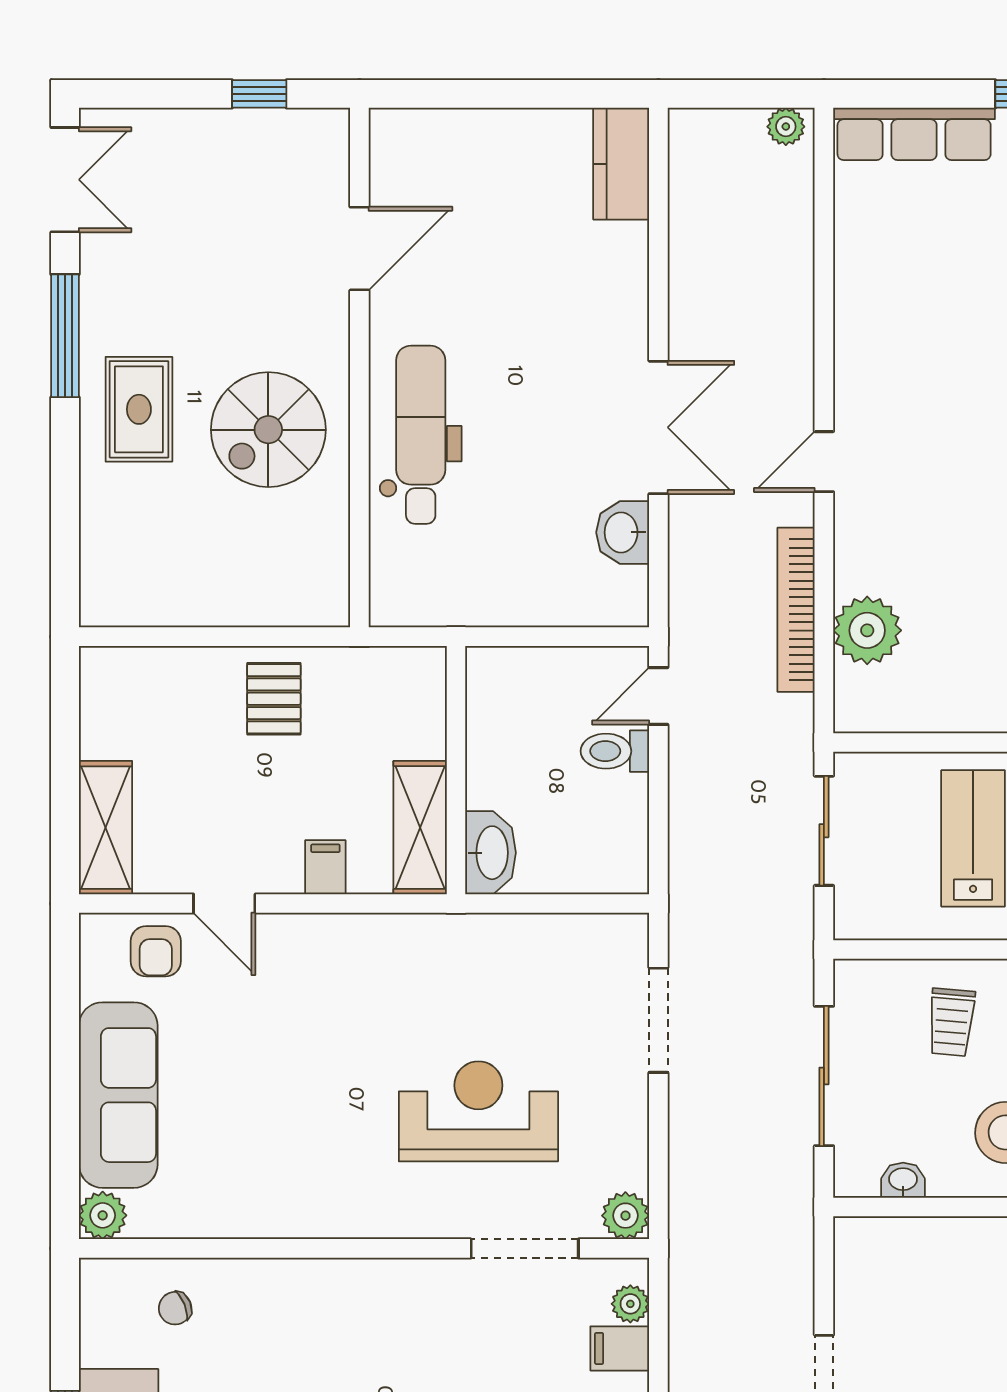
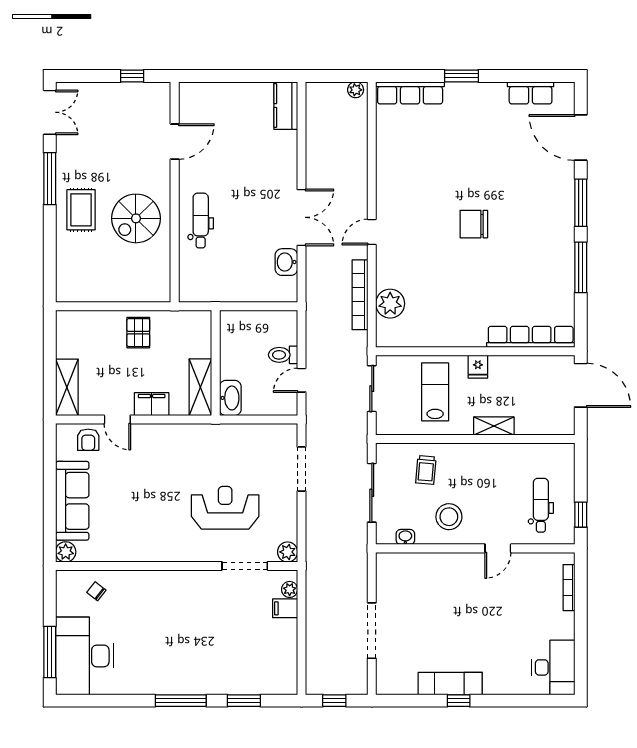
dental chair: (421, 435) -> (201, 221), width x0.73, depth x0.72
door: (658, 696) -> (301, 380), moved
filing cabinet: (325, 867) -> (152, 404), width x2.00
chair: (175, 1308) -> (96, 591), turned 60

